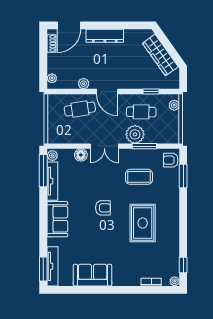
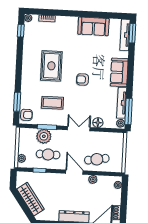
plant: (135, 134) -> (44, 136), moved

